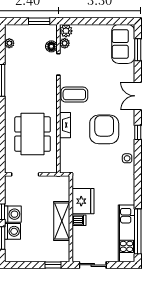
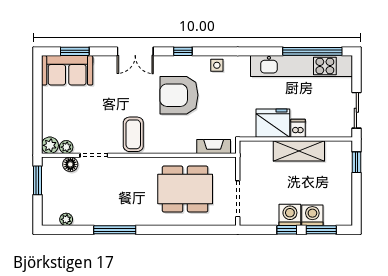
fireplace: (65, 125) -> (214, 147), moved
kitchen unit: (127, 233) -> (301, 66), width x1.36

